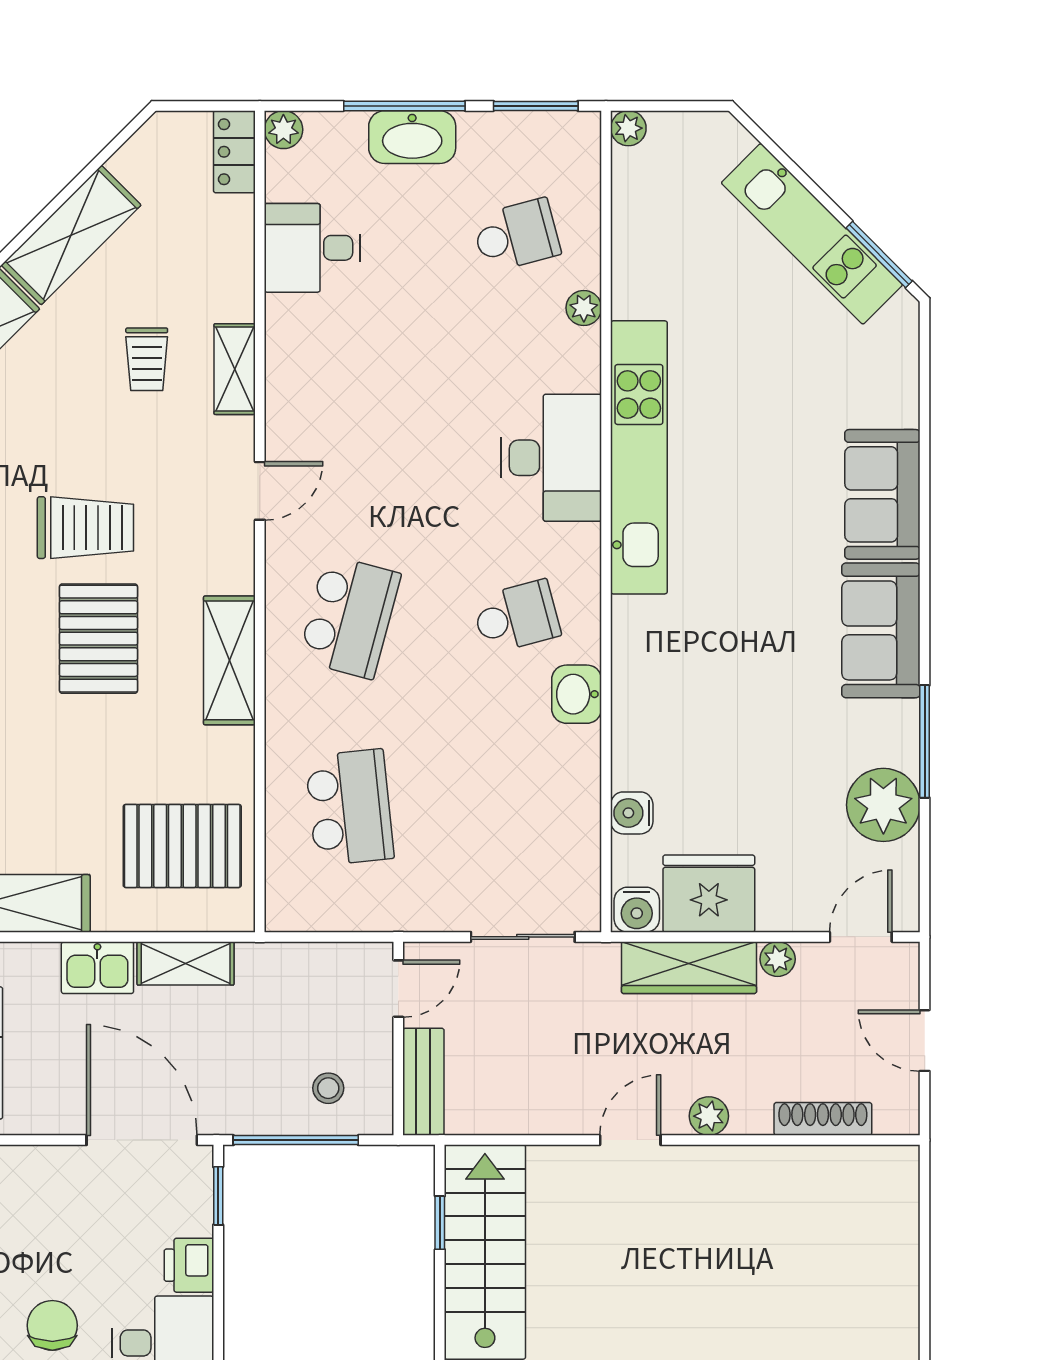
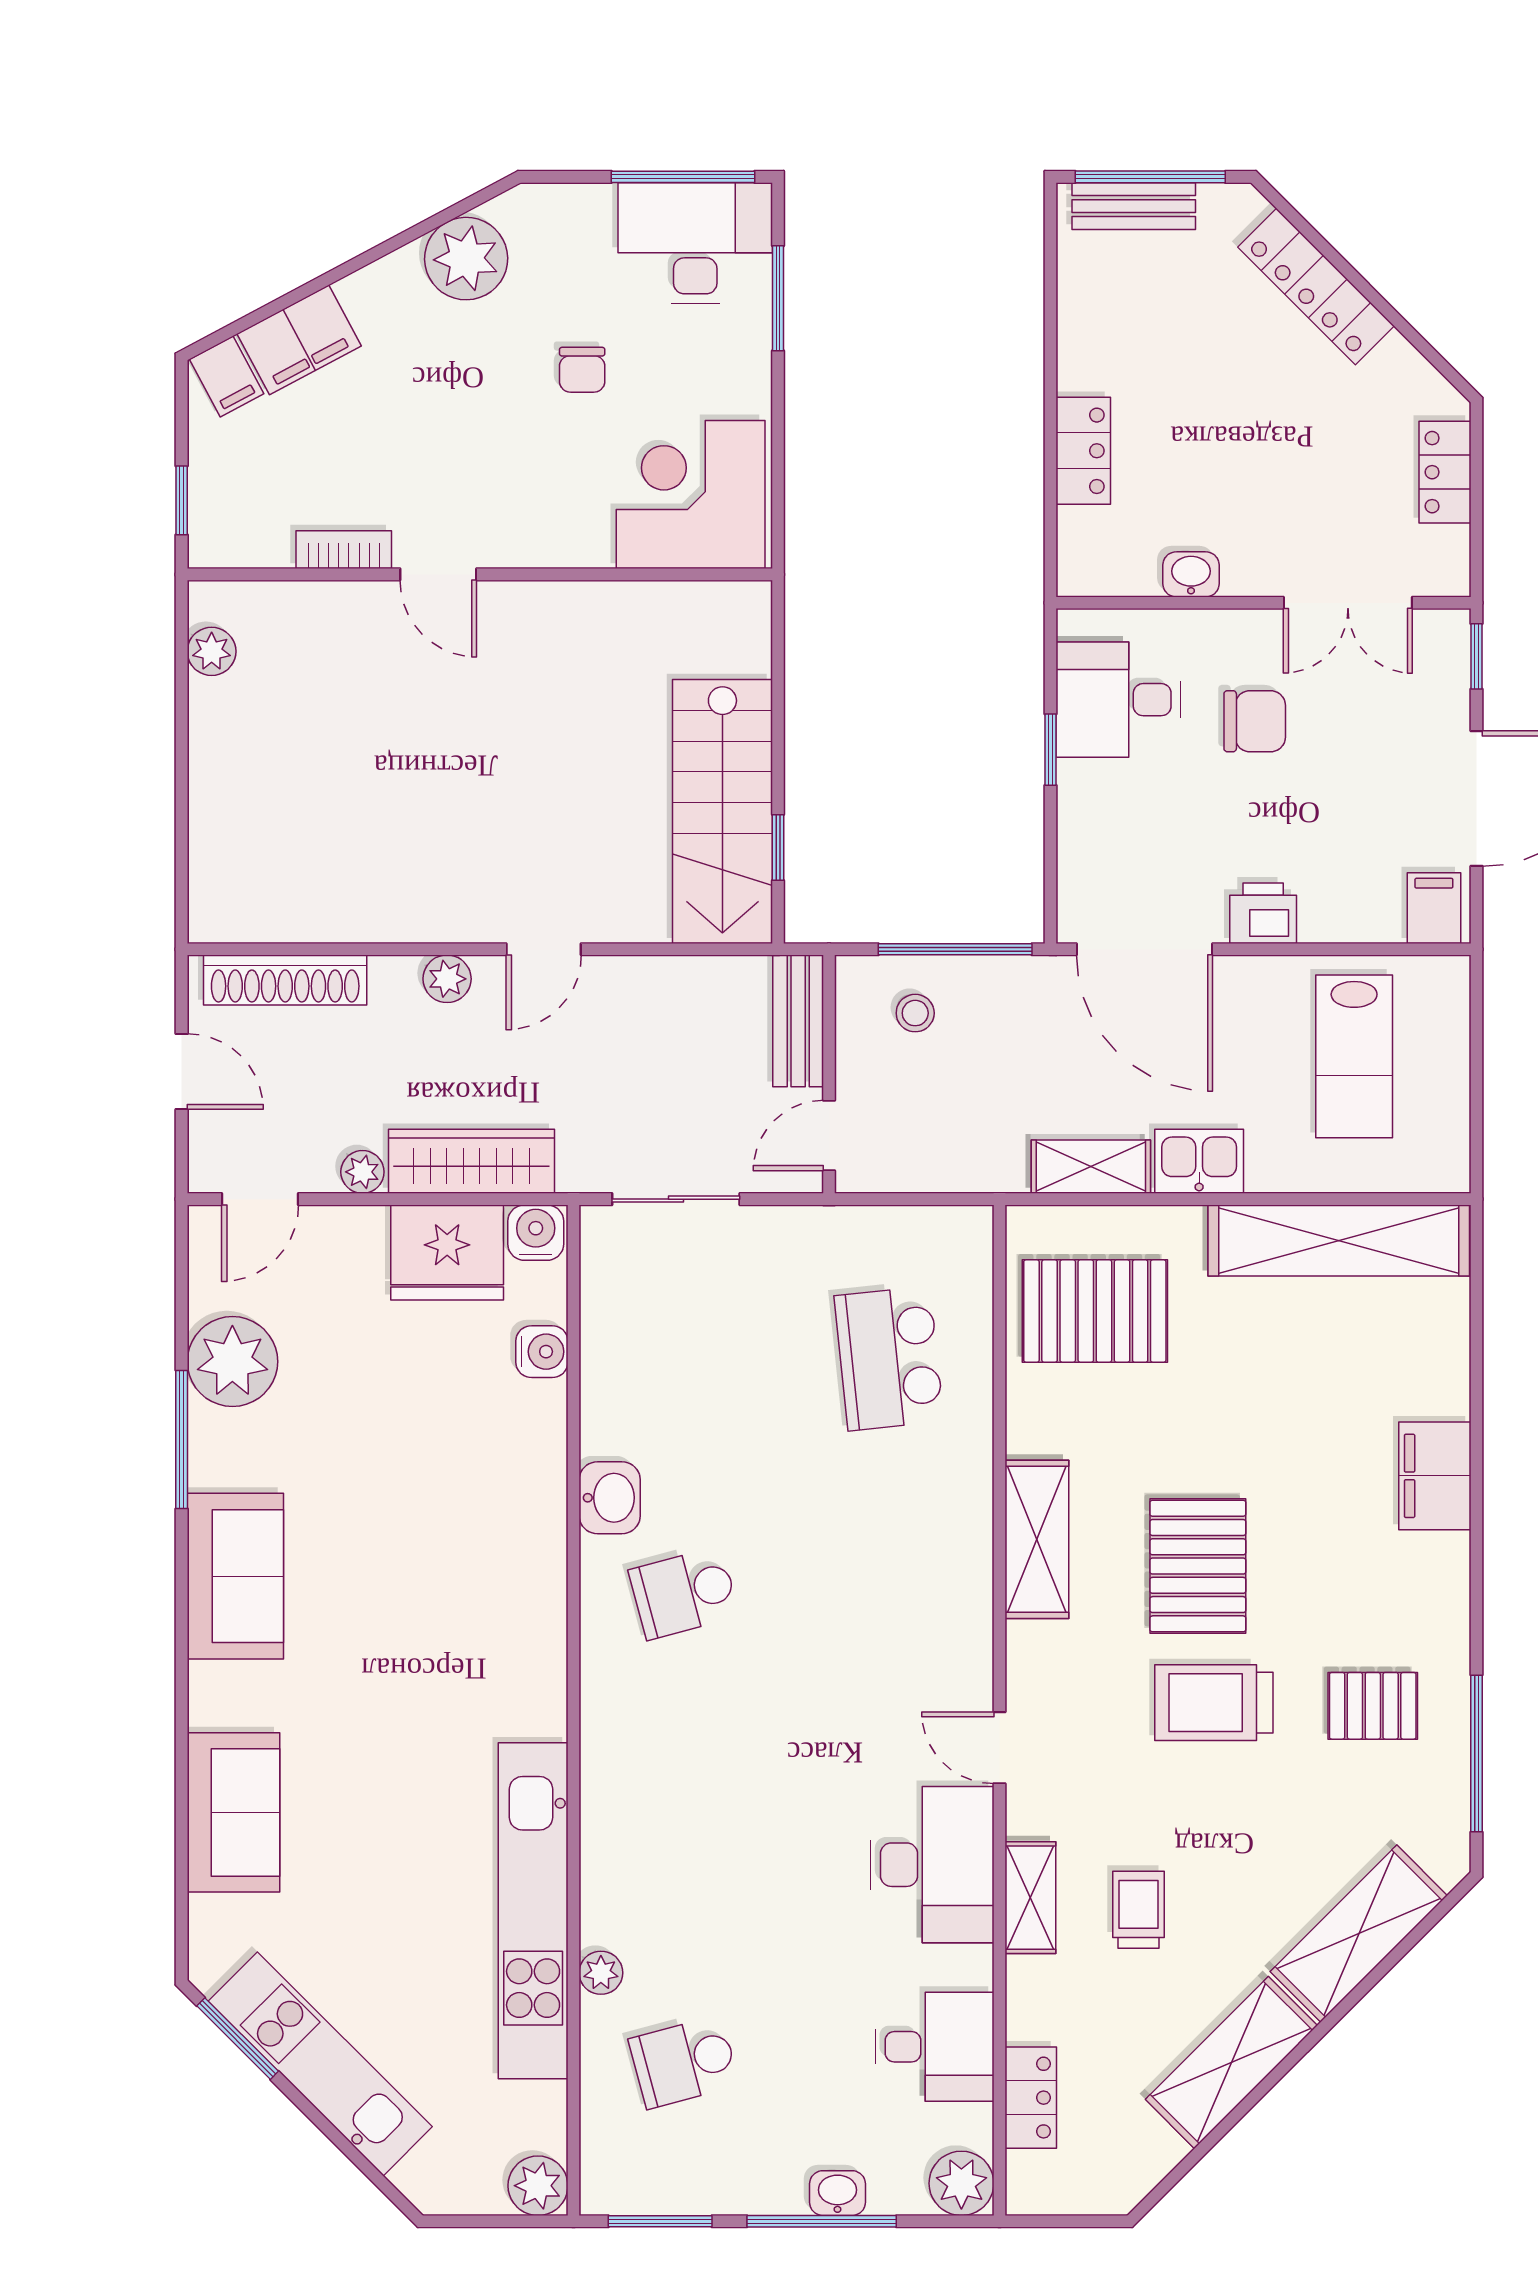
plant: (628, 128) -> (538, 2186), width x1.38, depth x1.38
plant: (283, 130) -> (961, 2183), width x1.38, depth x1.38
washbasin: (412, 137) -> (837, 2193), width x0.52, depth x0.69
locker: (234, 152) -> (1031, 2098), moved
kitchen unit: (639, 457) -> (533, 1911), moved
desk: (551, 458) -> (932, 1865), moved, turned 180
door: (260, 491) -> (999, 1748), hinge flipped
sofa: (882, 494) -> (233, 1812), moved
school desk: (350, 617) -> (889, 1593), removed
shoe rack: (823, 1119) -> (285, 980), width x1.36, depth x1.24
window: (218, 1196) -> (1051, 750), moved
printer: (189, 1265) -> (1263, 913), moved, turned -90
chair: (52, 1325) -> (1255, 721), turned -90

